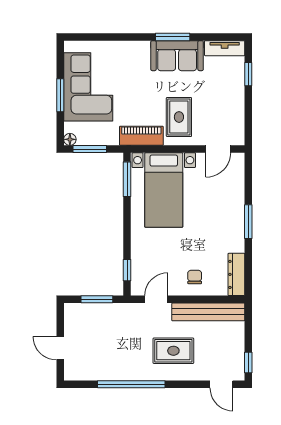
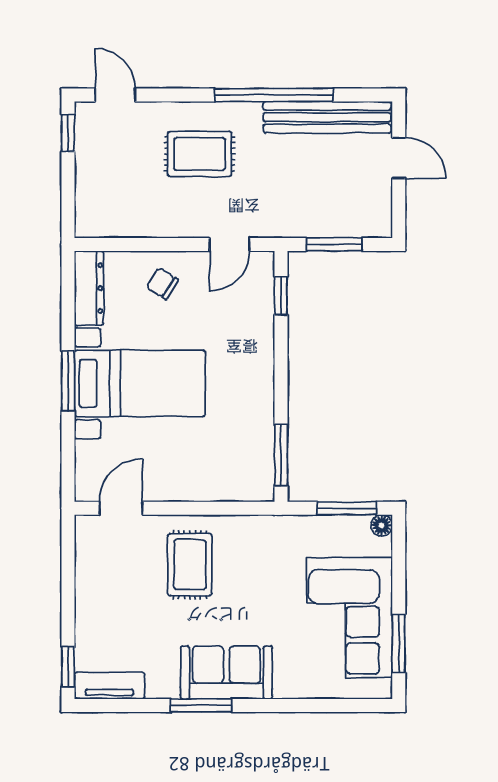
sofa: (177, 56) -> (226, 673), moved
window: (248, 74) -> (68, 667), moved
window: (60, 95) -> (399, 644), moved
piano: (141, 136) -> (256, 532), removed
bed with nightstands: (164, 190) -> (140, 383), moved, turned 90
chair: (195, 277) -> (162, 283), turned 122
bench: (208, 312) -> (327, 117), moved

